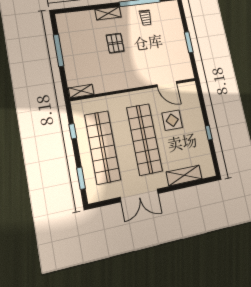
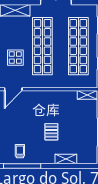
shelving: (108, 13) -> (66, 159), moved
door: (167, 84) -> (13, 89), swing flipped

